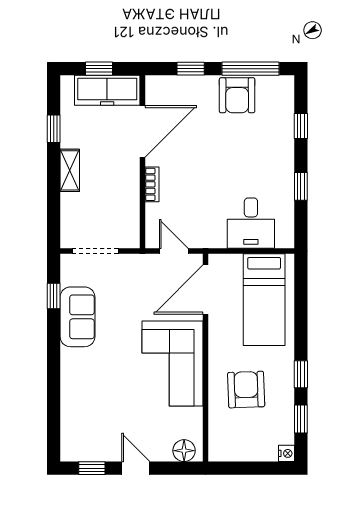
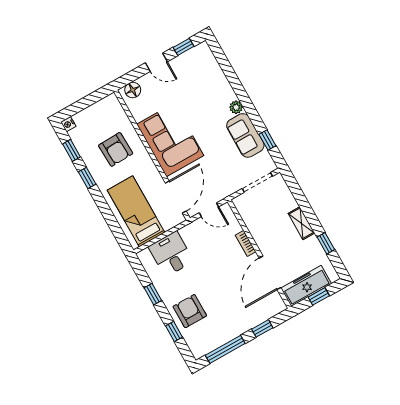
armchair: (237, 95) -> (190, 311), moved
plant: (69, 358) -> (236, 107), added

